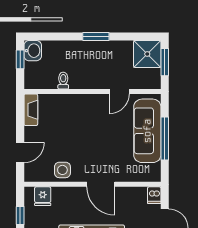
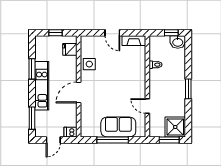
sofa: (147, 131) -> (118, 127), width x0.73
door: (20, 153) -> (112, 33), moved

